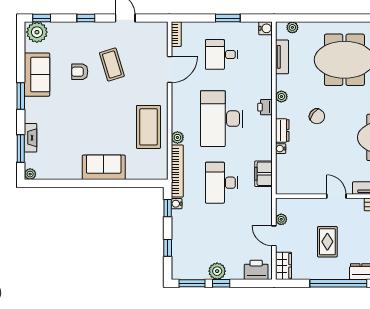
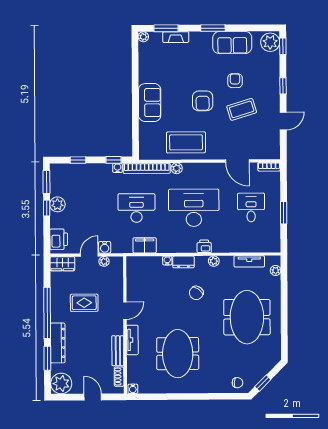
water cooler: (265, 28) -> (105, 247), moved
armchair: (102, 108) -> (203, 101), added

